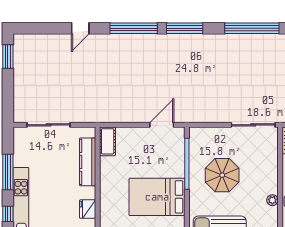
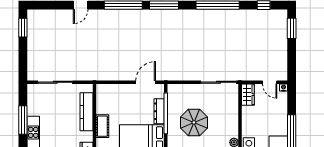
cot: (108, 141) -> (102, 126), moved
dresser: (179, 161) -> (159, 111), added

